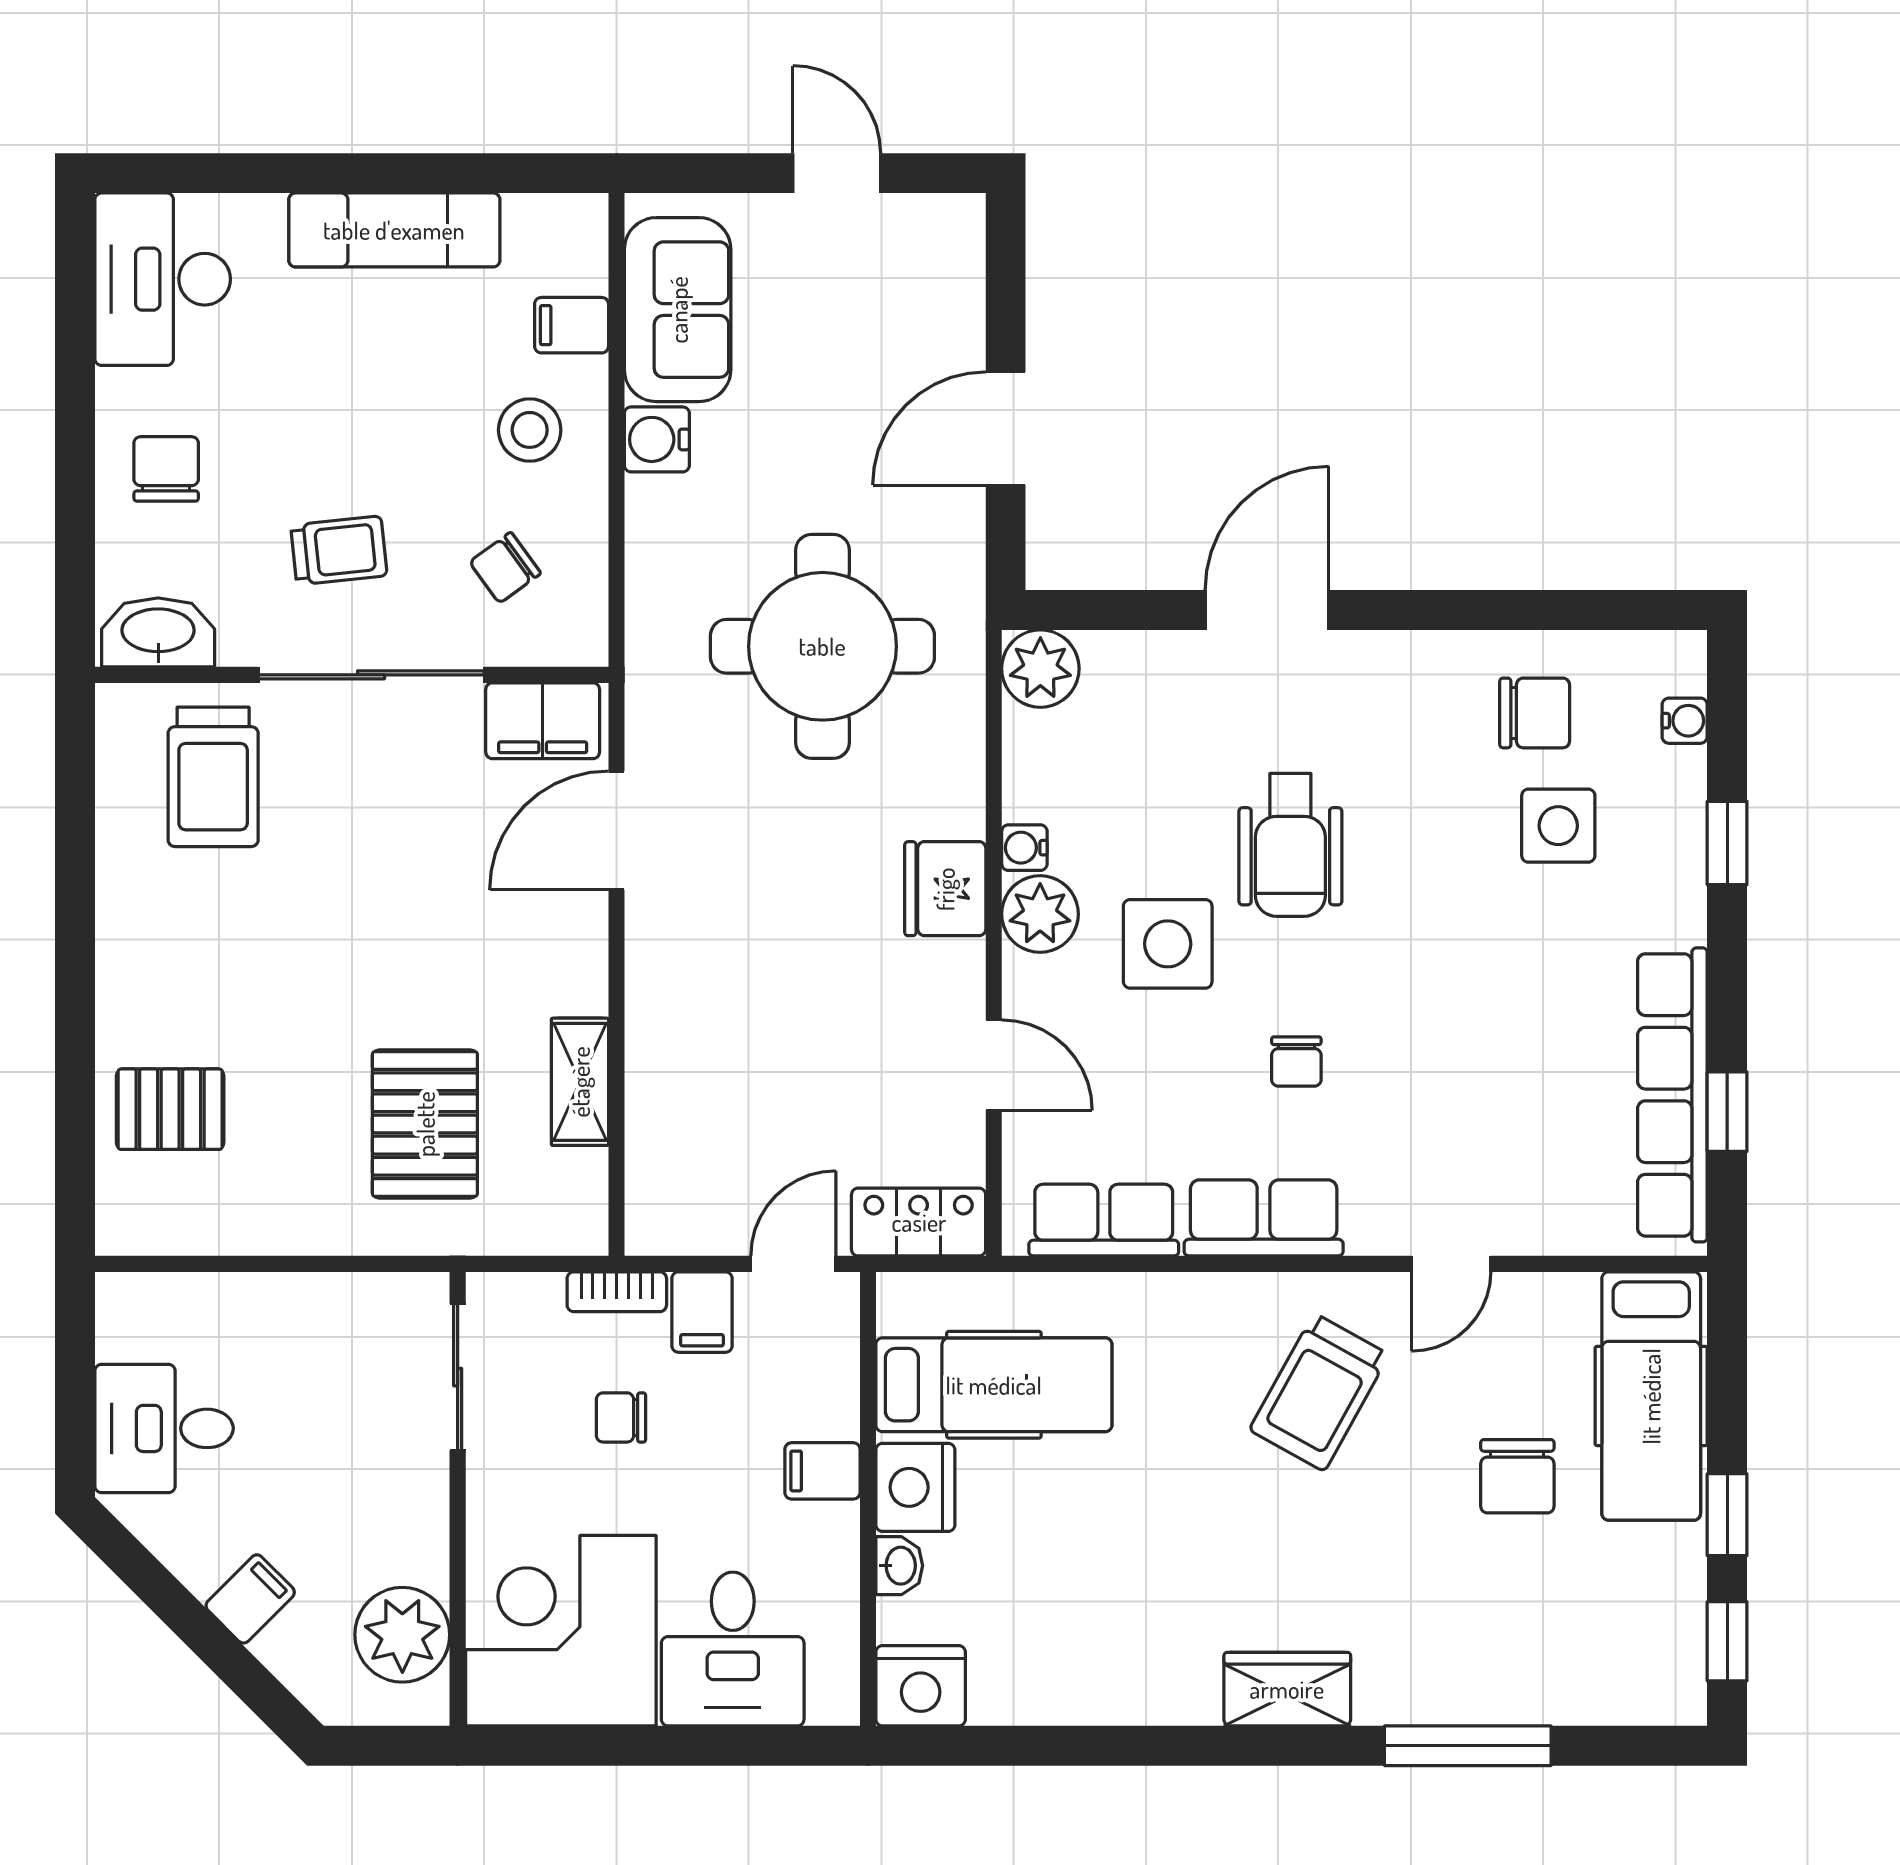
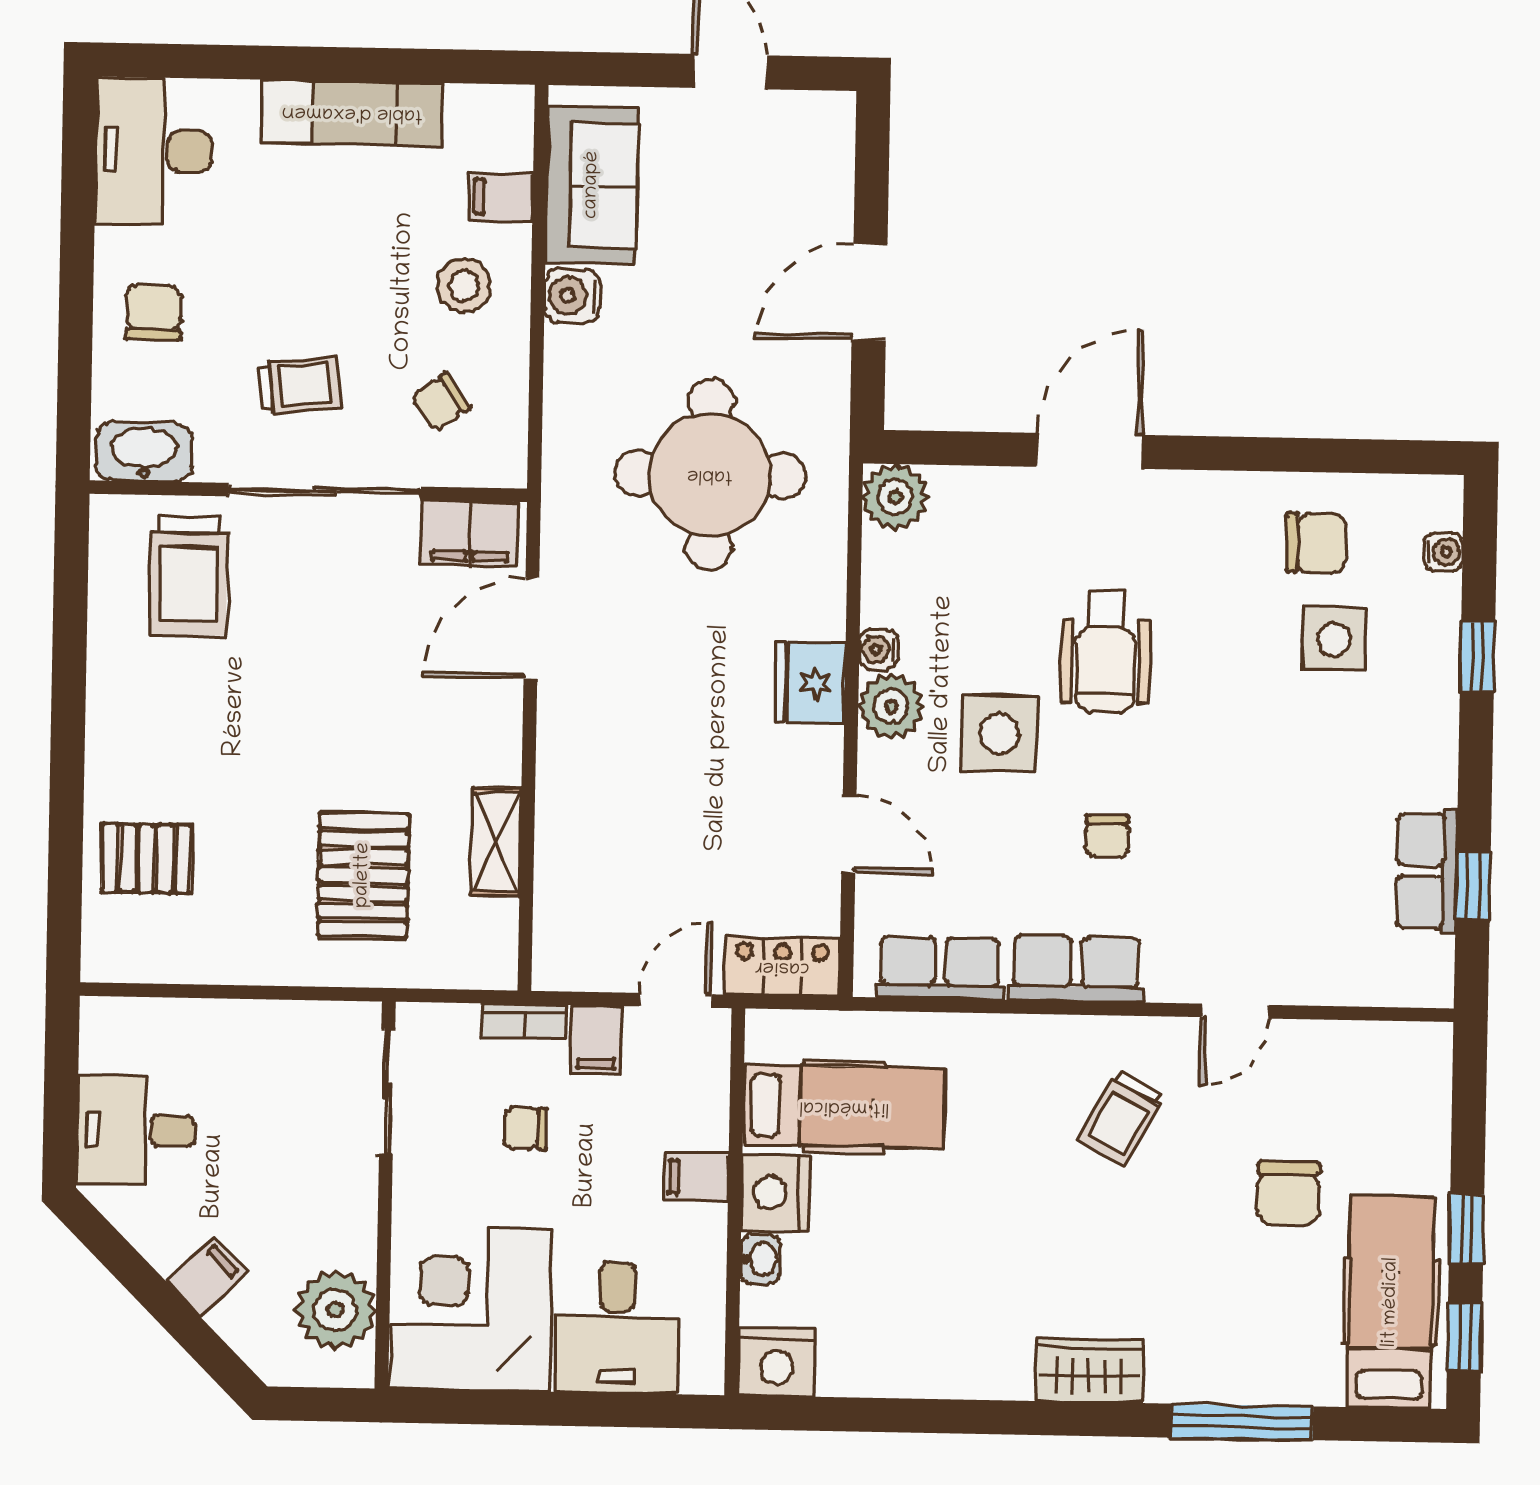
row of seats: (1672, 1095) -> (1427, 871), width x0.50
trolley: (1319, 1392) -> (1121, 1118), width x0.73, depth x0.72
hospital bed: (1651, 1396) -> (1391, 1302), moved, turned 180

